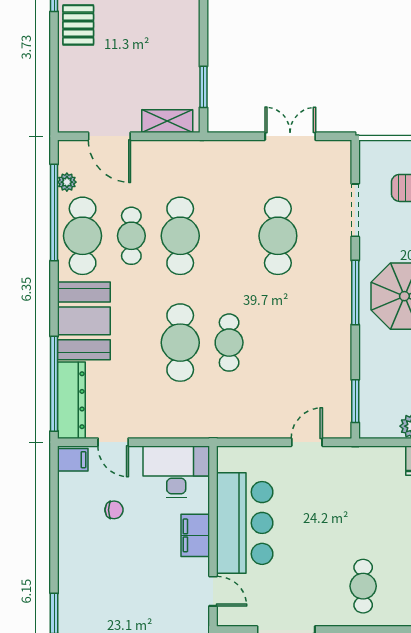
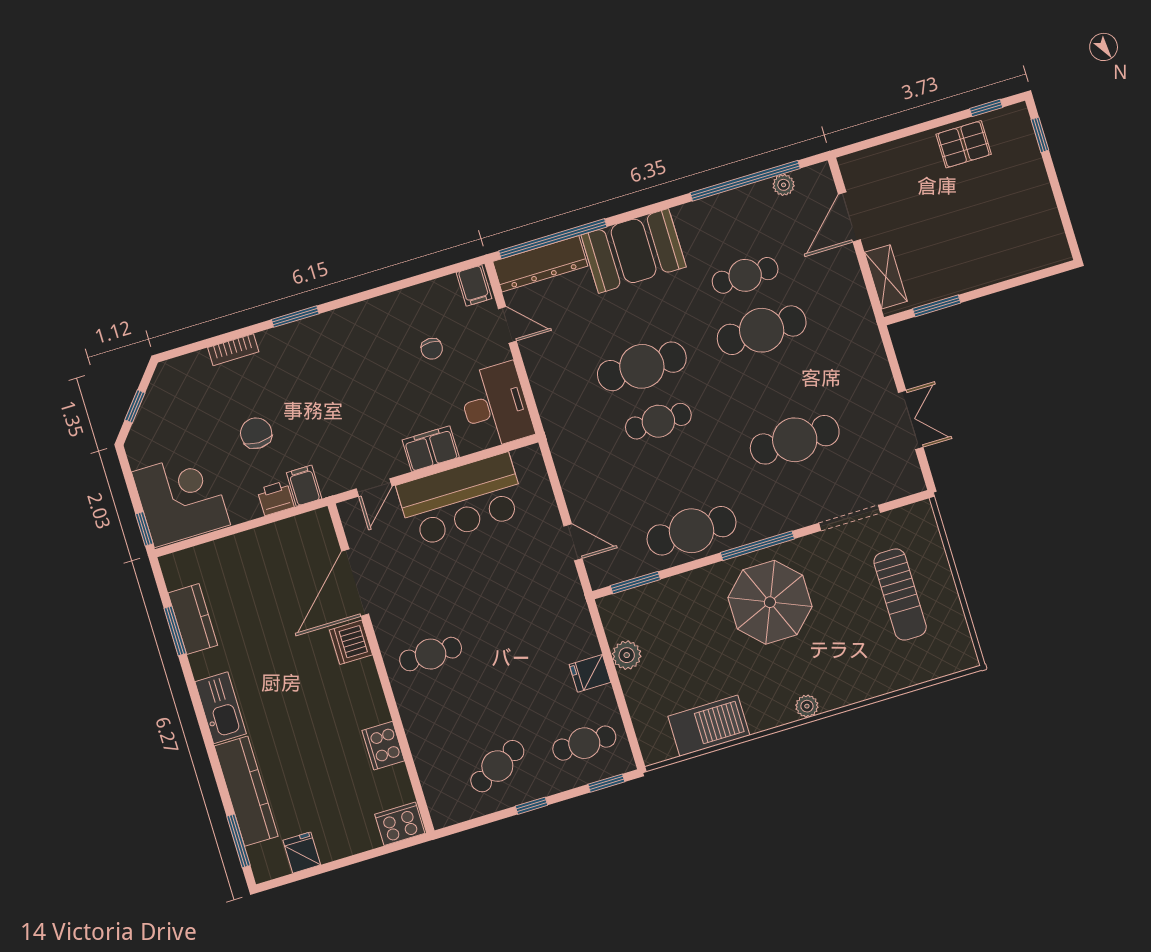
cafe table: (83, 236) -> (691, 531), moved
door: (113, 442) -> (507, 325), swing flipped

